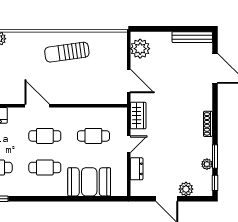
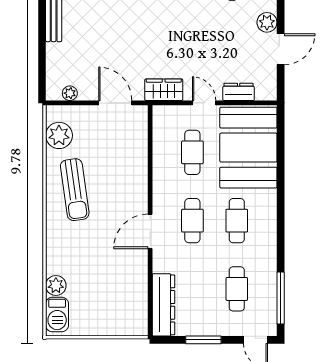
plant: (105, 41) -> (59, 135), added
plant: (140, 49) -> (70, 93), width x0.53, depth x0.53
door: (129, 81) -> (115, 103), hinge flipped
booth: (89, 182) -> (248, 148), width x1.36, depth x1.42

